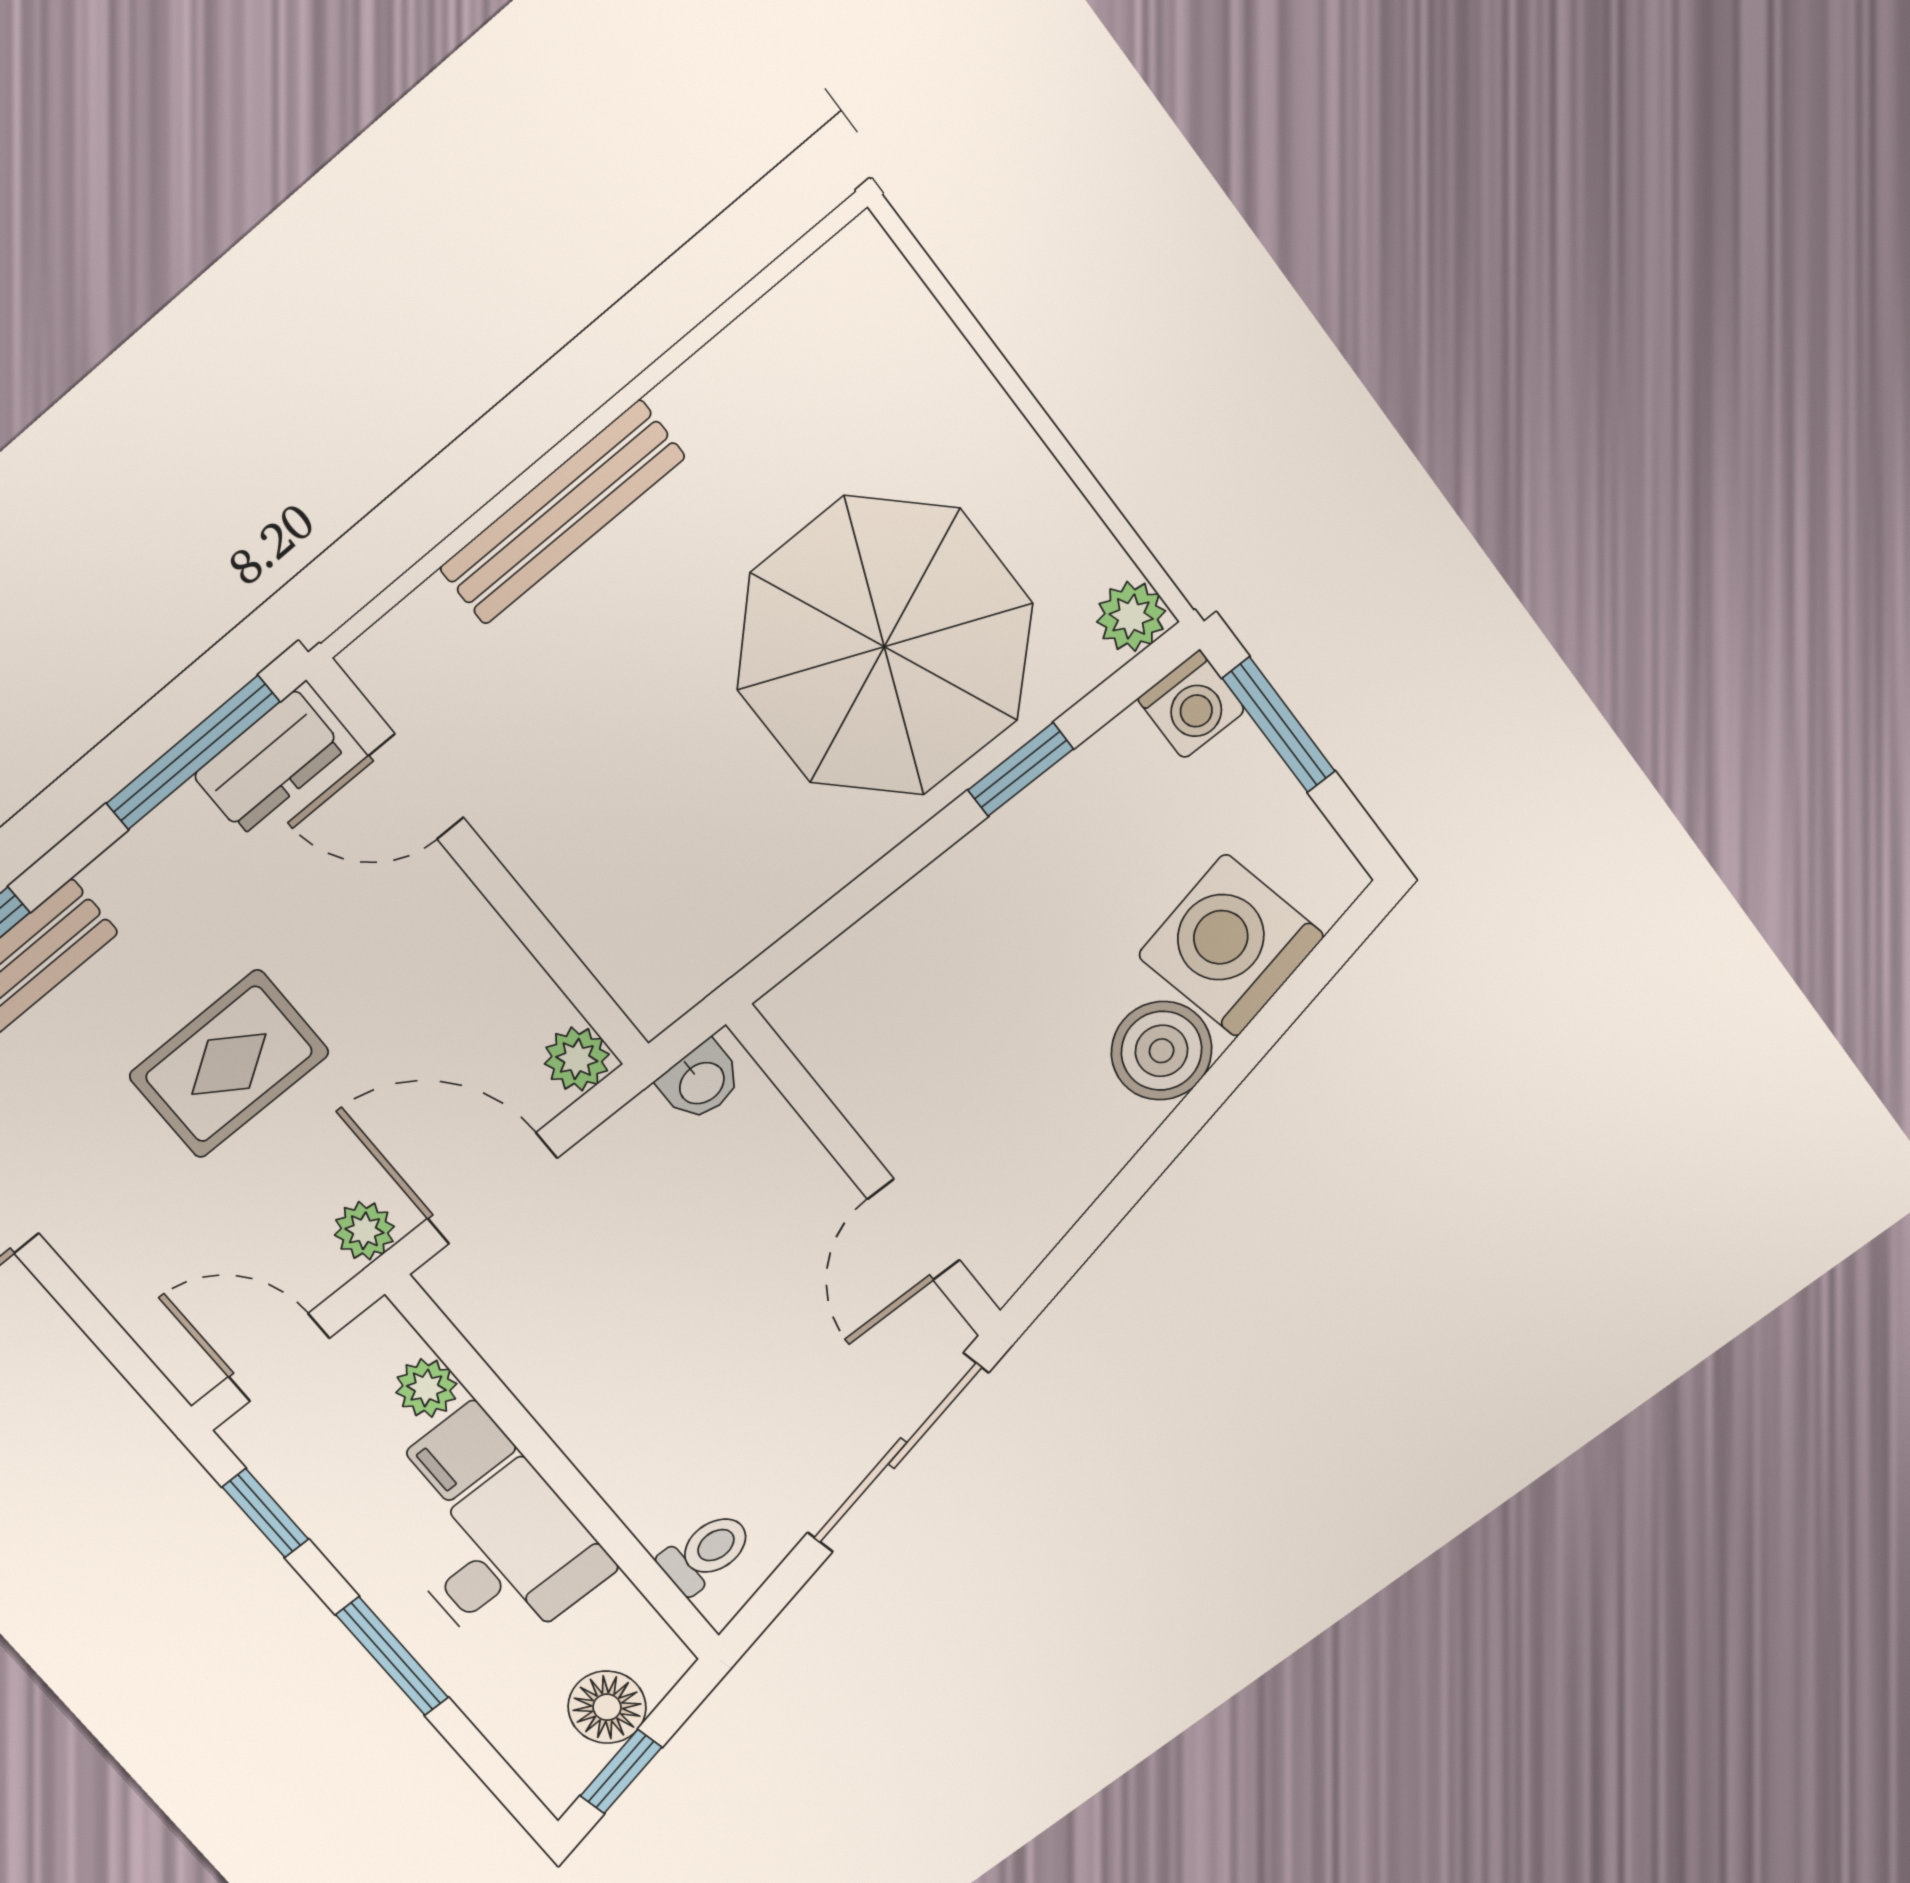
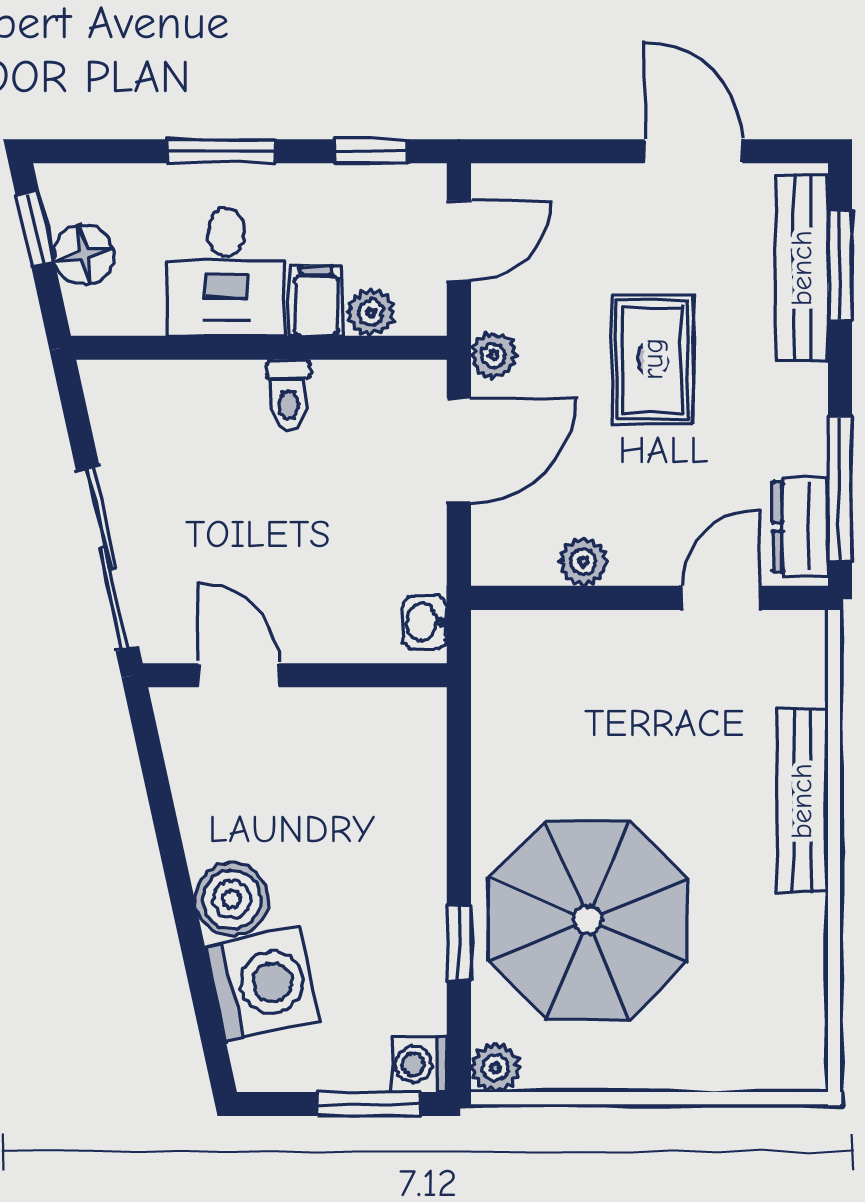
plant: (577, 1059) -> (583, 562), moved
toilet: (706, 1553) -> (289, 395), moved

